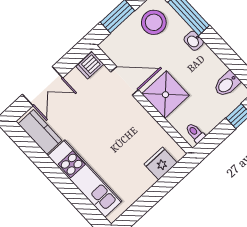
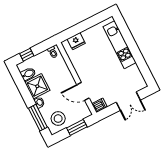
double door: (43, 86) -> (128, 101), swing flipped
shower: (165, 95) -> (37, 86), moved
kitchen counter: (40, 132) -> (137, 77), removed

